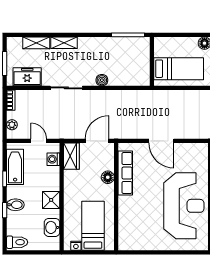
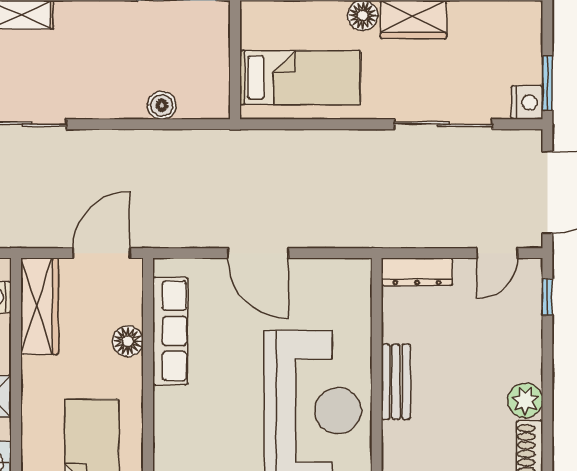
boiler: (102, 80) -> (162, 105), moved
wardrobe: (71, 156) -> (39, 306), width x1.50

